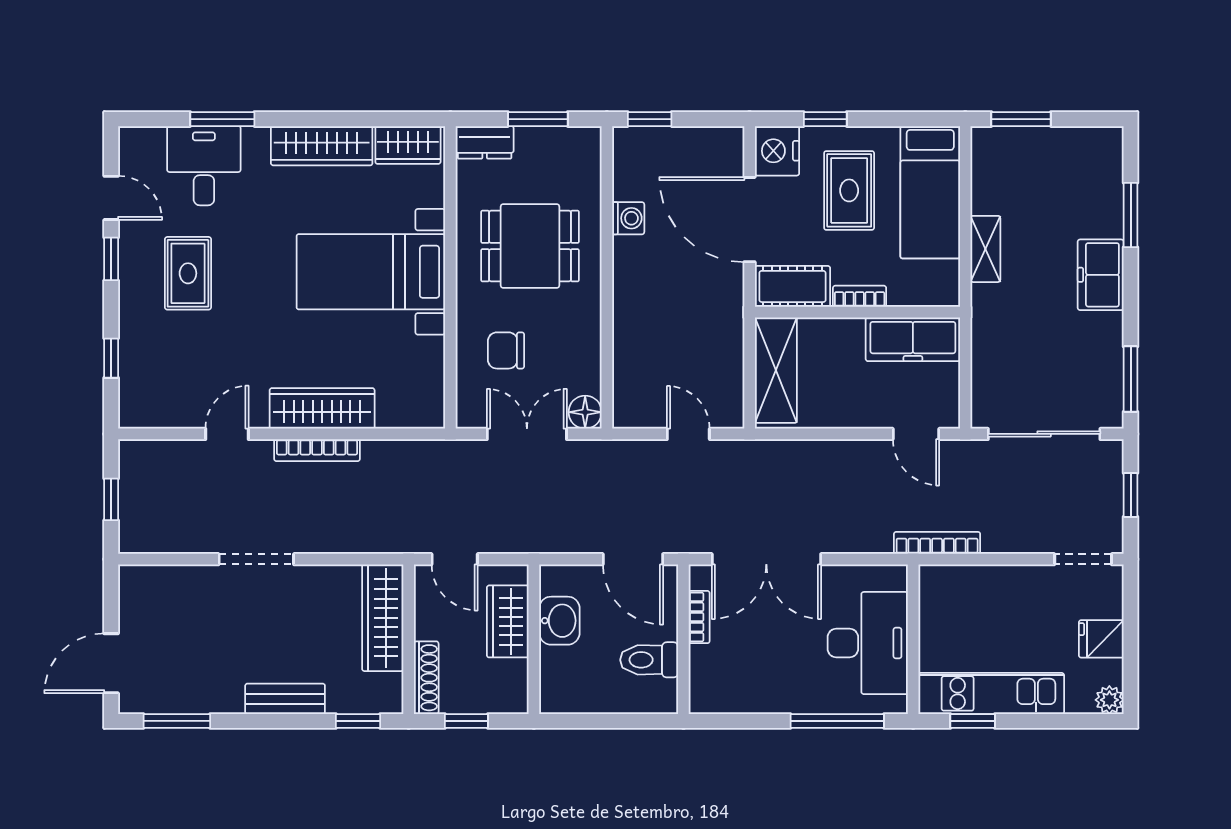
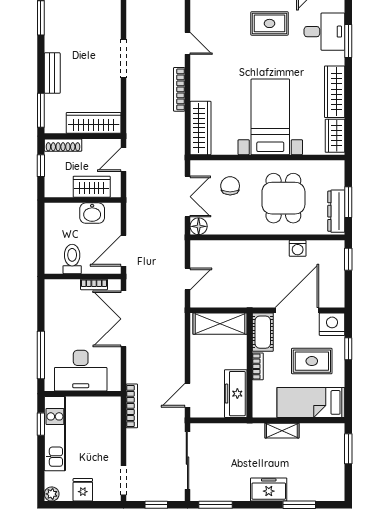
dresser: (485, 142) -> (336, 211), moved, width x1.44
wardrobe: (322, 408) -> (200, 128), moved
window: (358, 721) -> (41, 110), width x1.50

